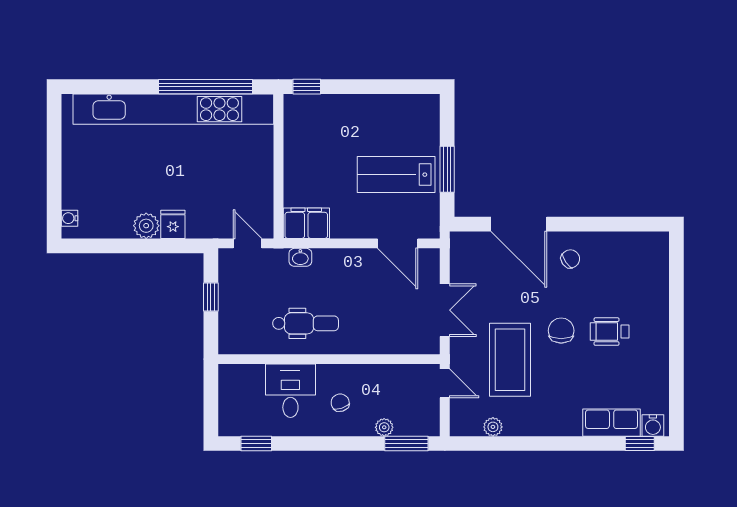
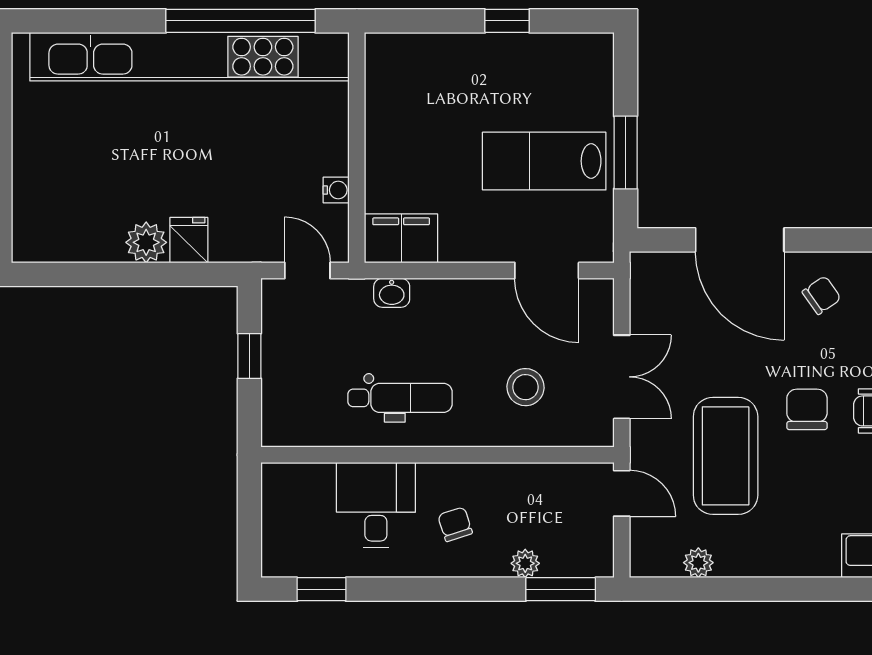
window: (307, 87) -> (507, 21), moved
water cooler: (70, 218) -> (336, 190), moved, turned 180
stool: (384, 317) -> (526, 387), added

